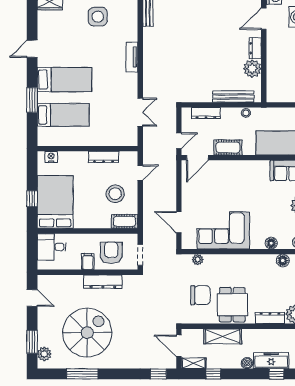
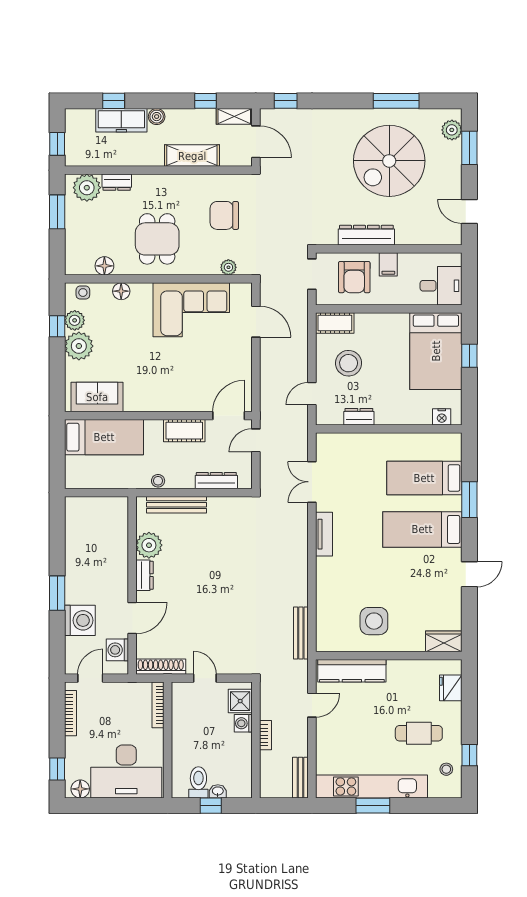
tv unit: (132, 57) -> (324, 534), moved
dresser: (104, 157) -> (359, 417), width x0.70
dining table: (232, 305) -> (157, 239), moved
dresser: (270, 318) -> (117, 182), width x0.70

